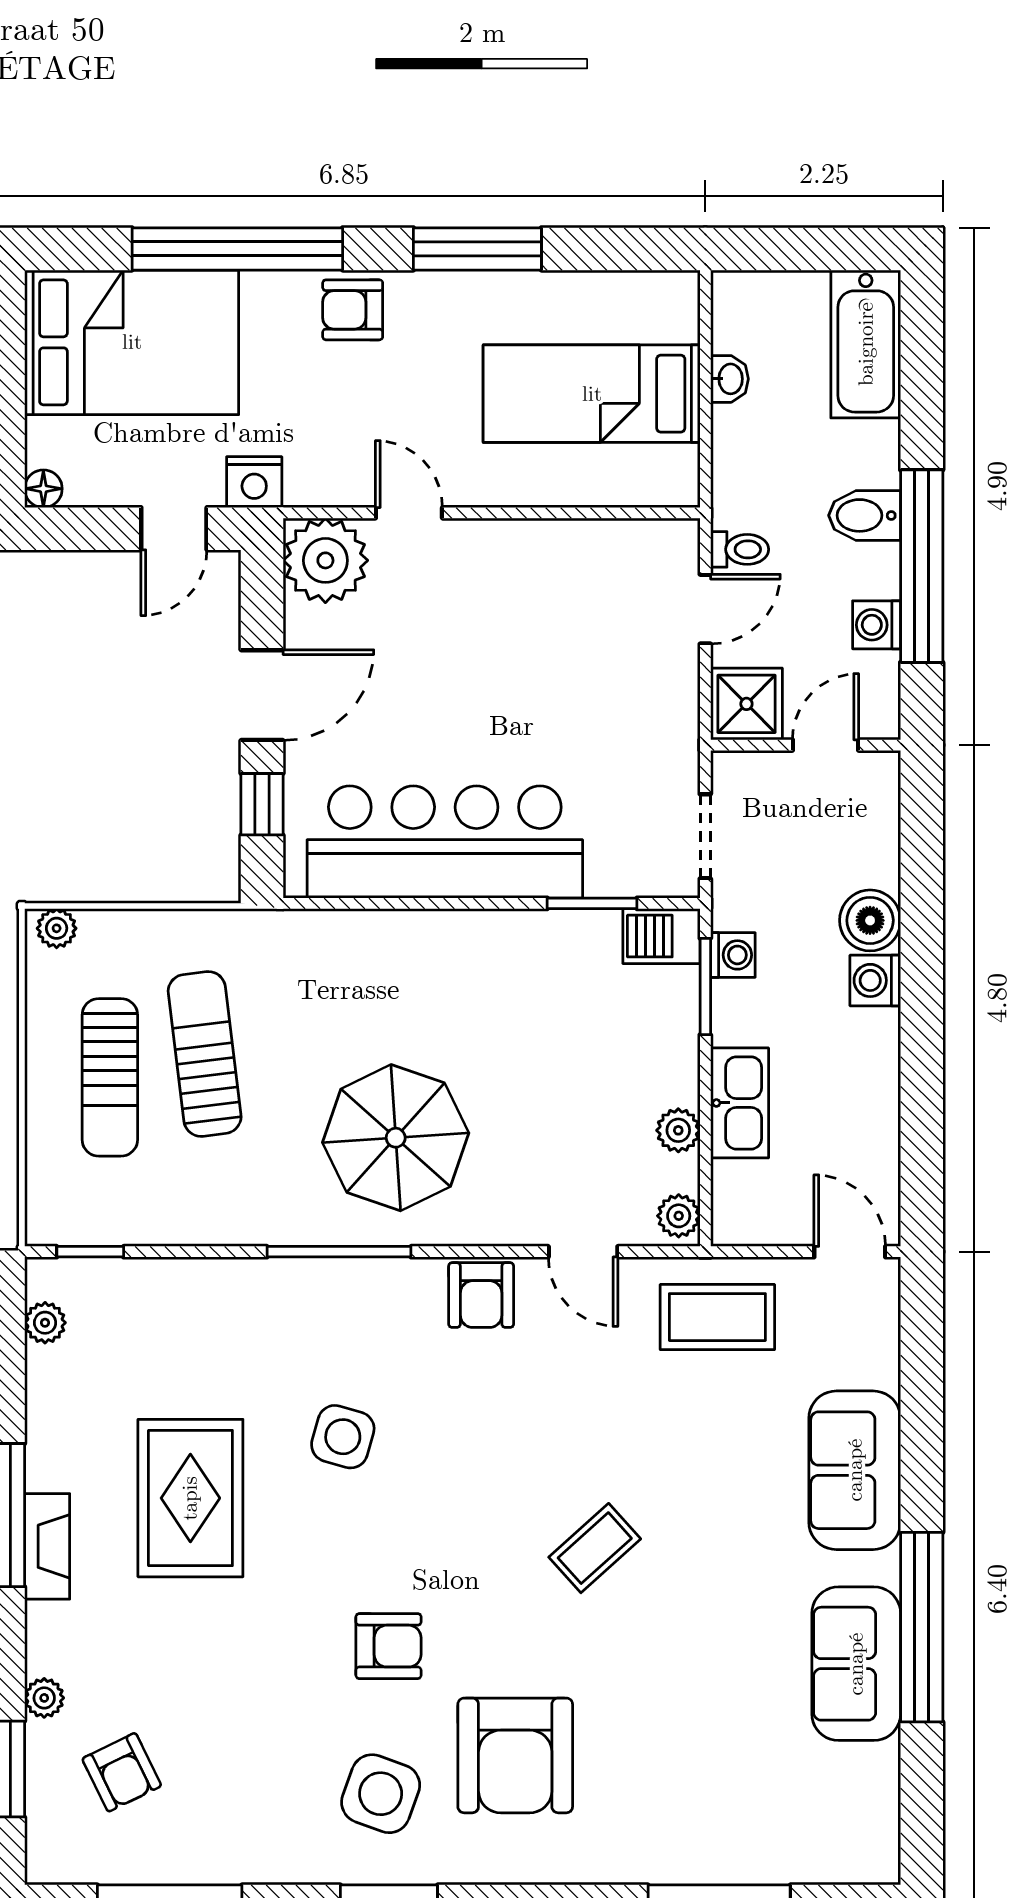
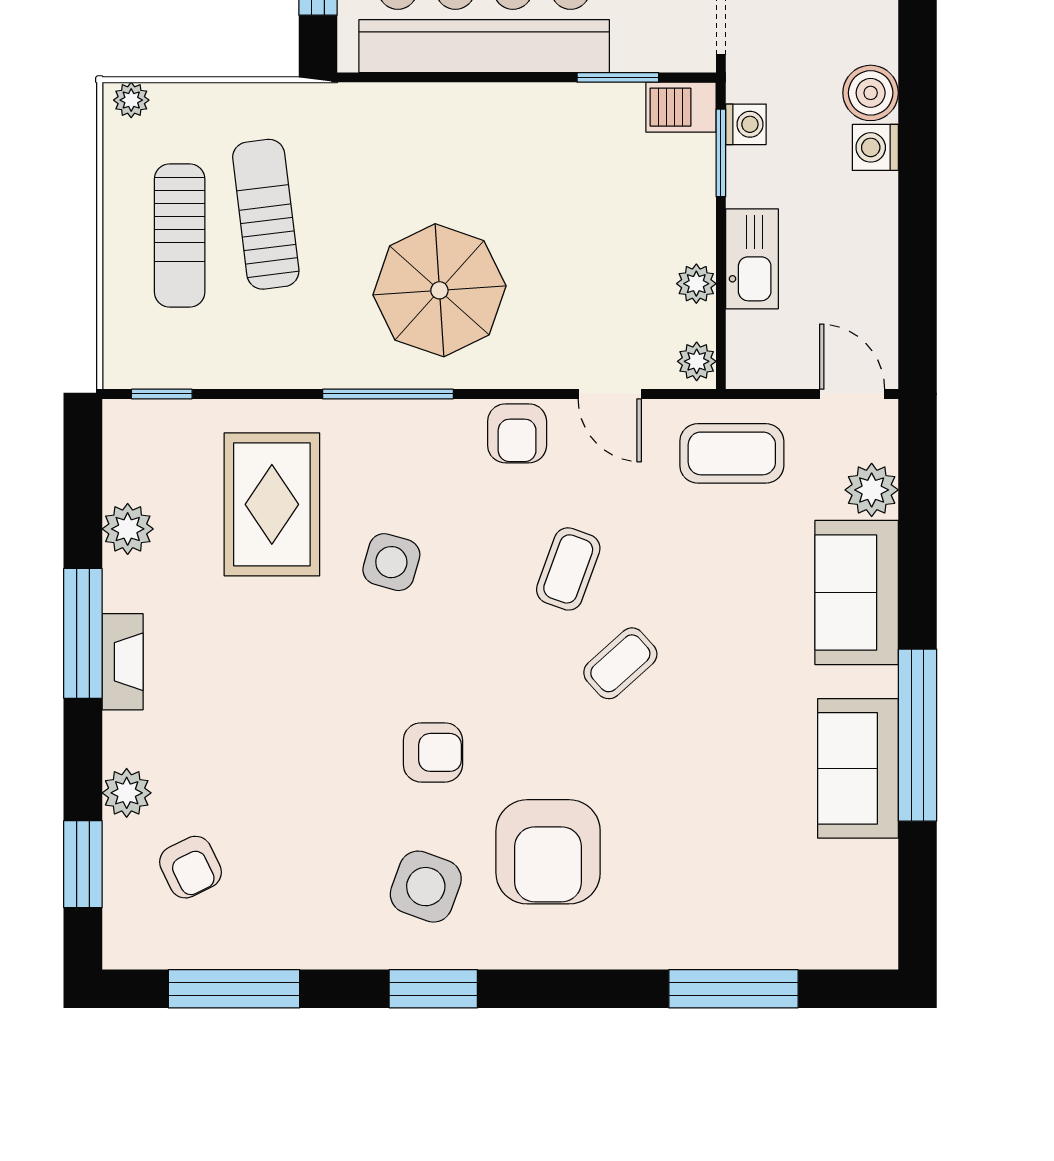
plant: (45, 1323) -> (128, 529), moved, width x1.38, depth x1.38
plant: (871, 1357) -> (872, 490), added
coffee table: (537, 1444) -> (568, 569), added
rug: (190, 1498) -> (272, 504), moved
plant: (44, 1698) -> (127, 793), width x1.38, depth x1.38

